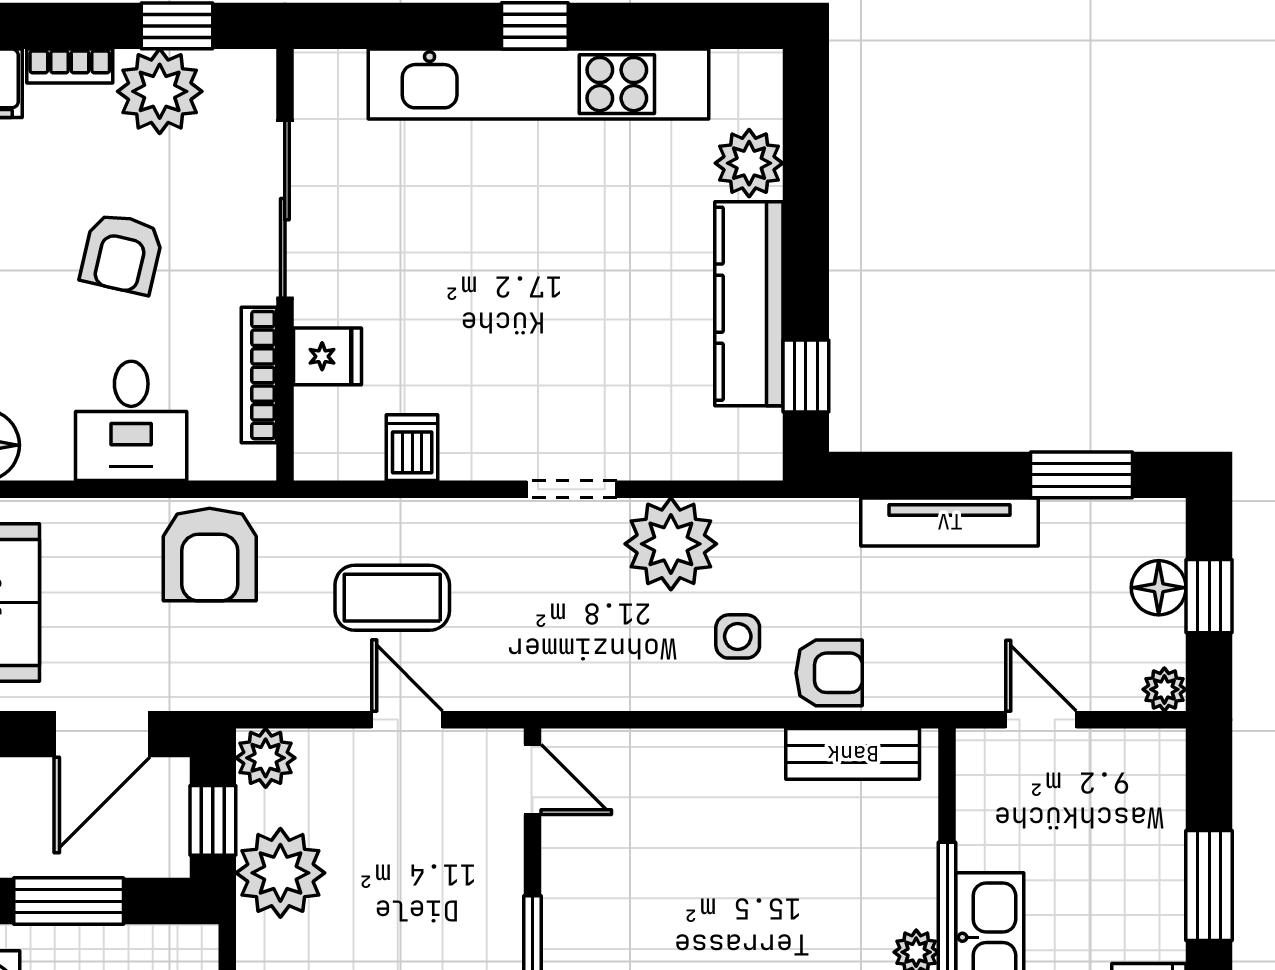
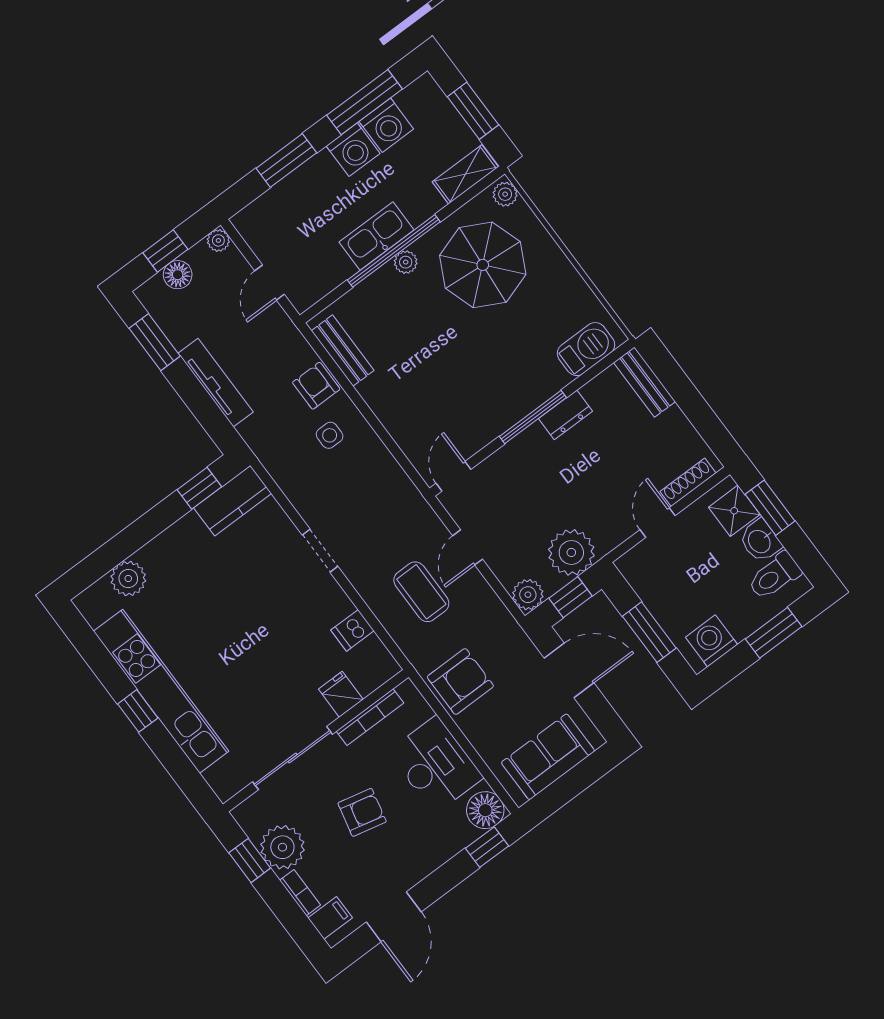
kitchen counter: (749, 304) -> (233, 501), moved, width x0.67
desk: (131, 421) -> (436, 765), width x1.37
plant: (671, 544) -> (312, 492), removed

